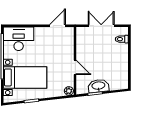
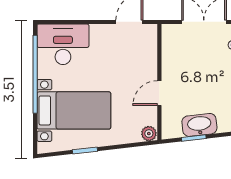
door: (75, 67) -> (159, 93), swing flipped

